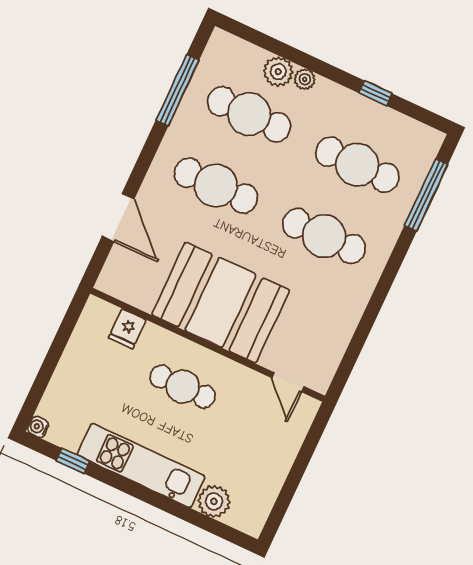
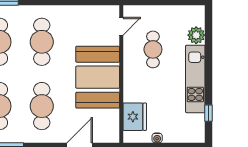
fridge: (127, 329) -> (135, 117), width x1.88, depth x1.34
cafe table: (183, 387) -> (153, 49), moved
water cooler: (38, 427) -> (157, 138), moved

